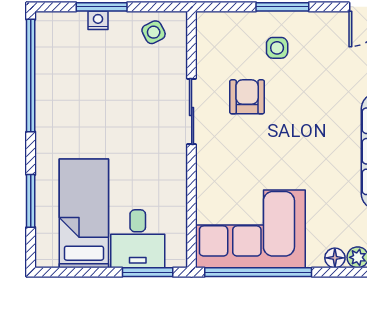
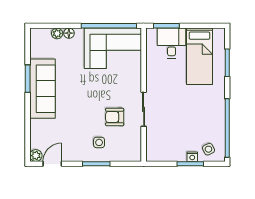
side table: (154, 32) -> (208, 149), moved
armchair: (247, 97) -> (115, 117), turned 90

